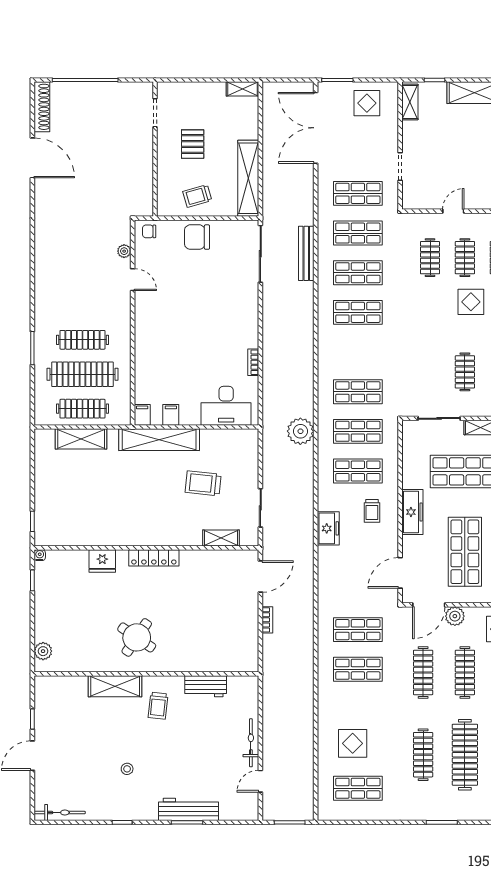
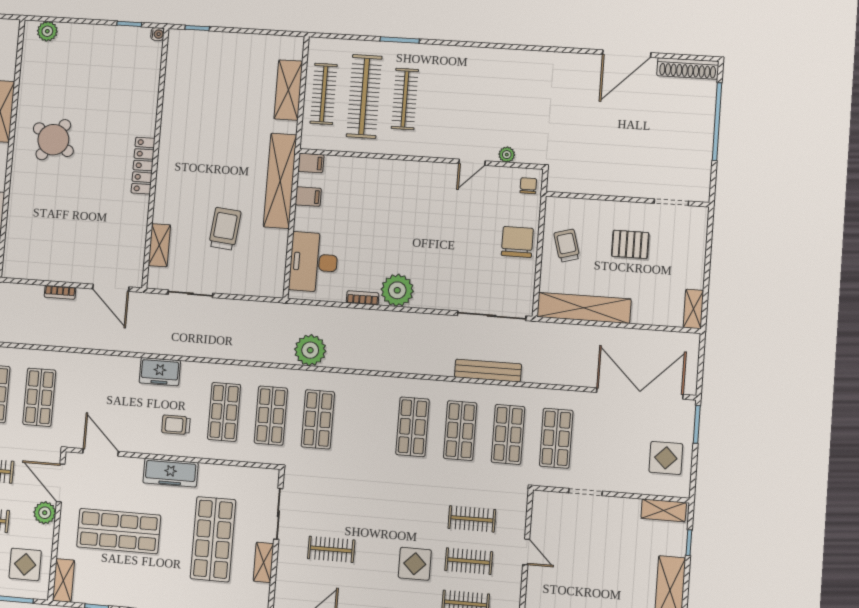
plant: (245, 334) -> (397, 290), added
plant: (300, 431) -> (310, 350), moved
fridge: (102, 561) -> (145, 106), removed

